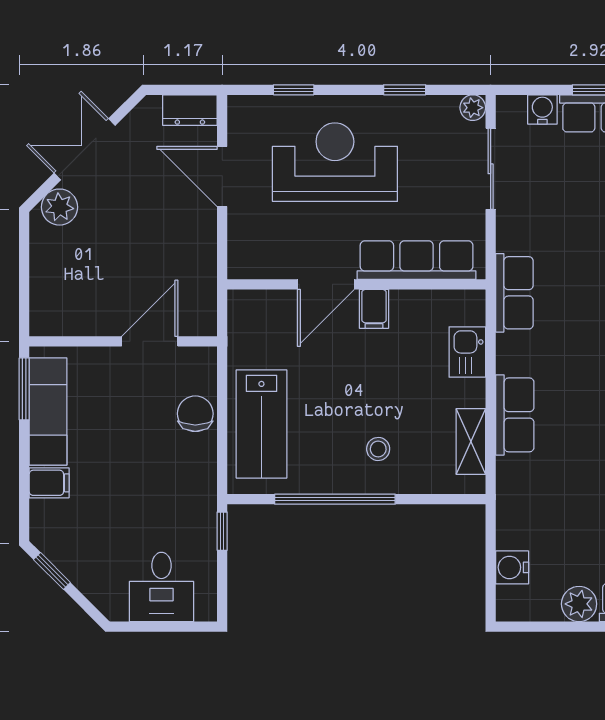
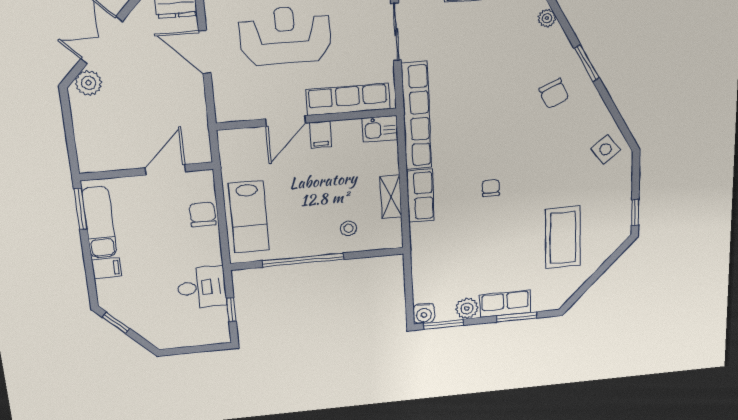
row of seats: (514, 293) -> (417, 116), width x2.02
kitchen sink: (467, 352) -> (380, 129), moved, turned -90
shelving: (471, 442) -> (391, 197), moved
stool: (378, 449) -> (348, 228), moved
window: (222, 531) -> (231, 310), moved
water cooler: (512, 567) -> (424, 313), moved, turned -90
desk: (161, 587) -> (202, 287), moved, turned -90
window: (542, 627) -> (444, 324), added

